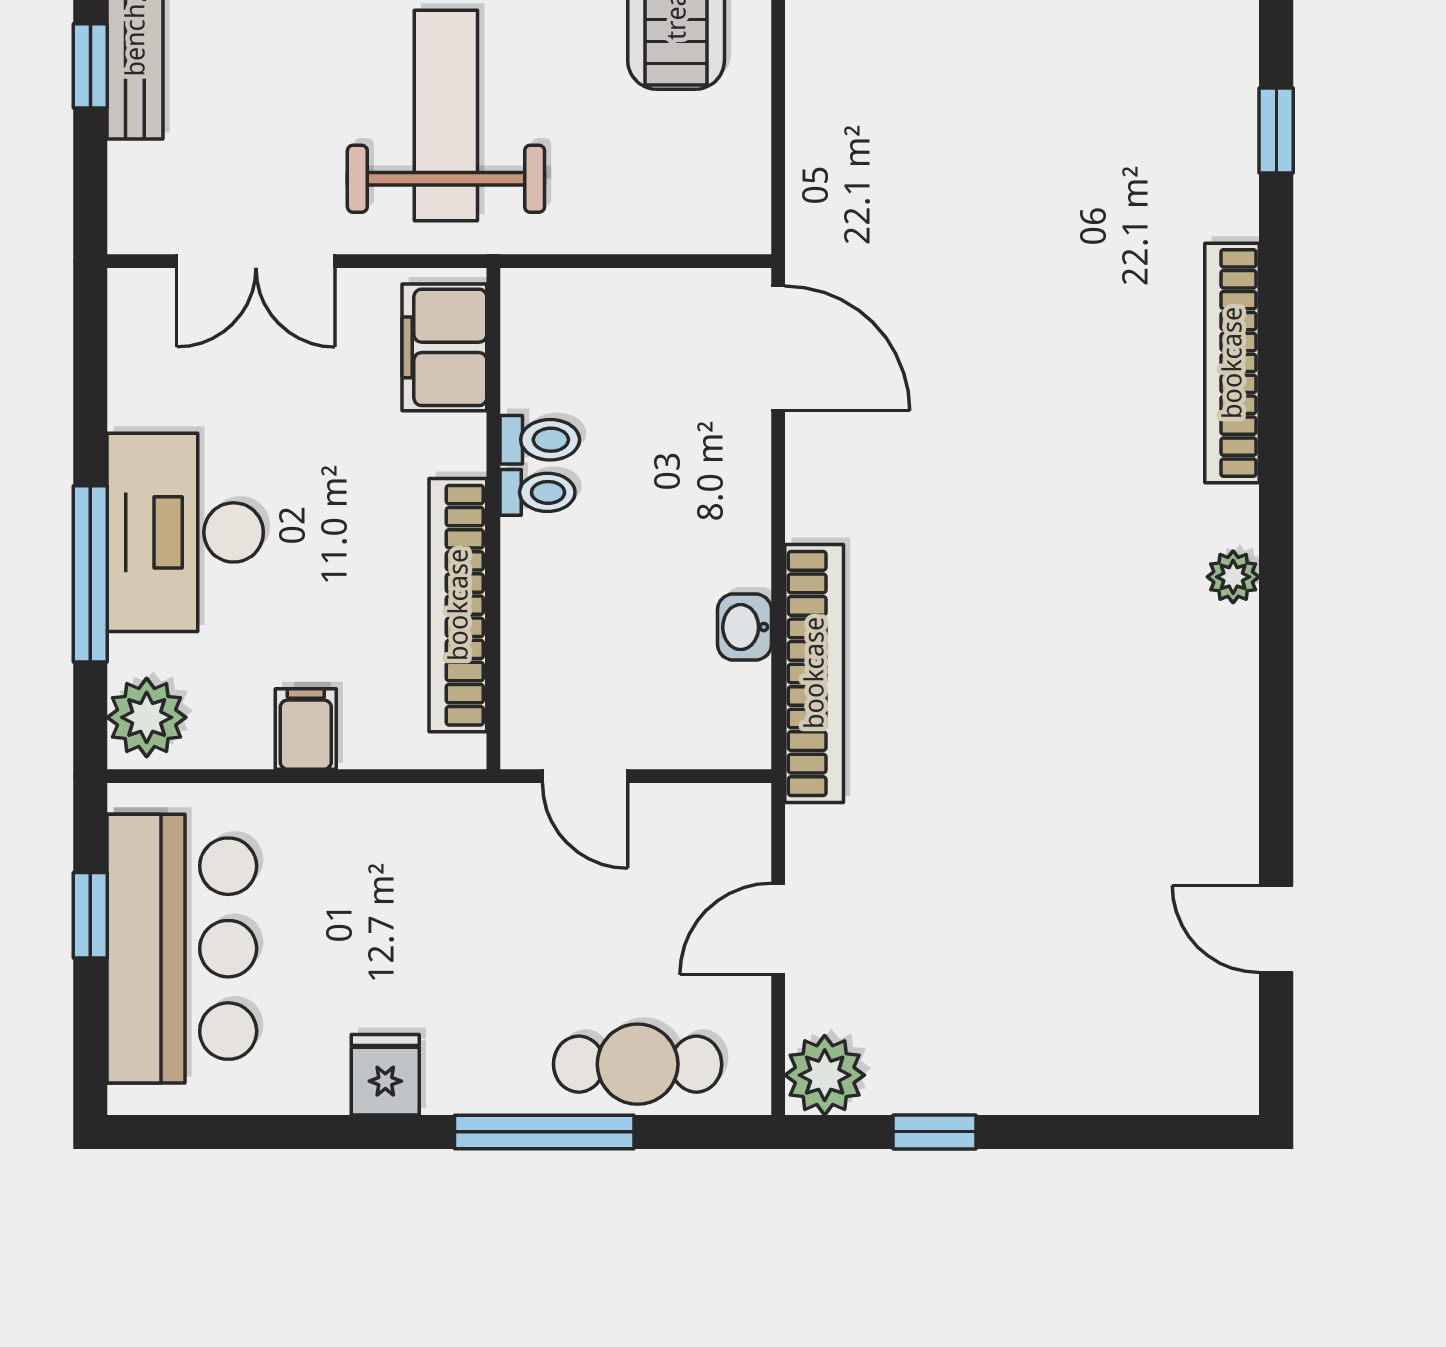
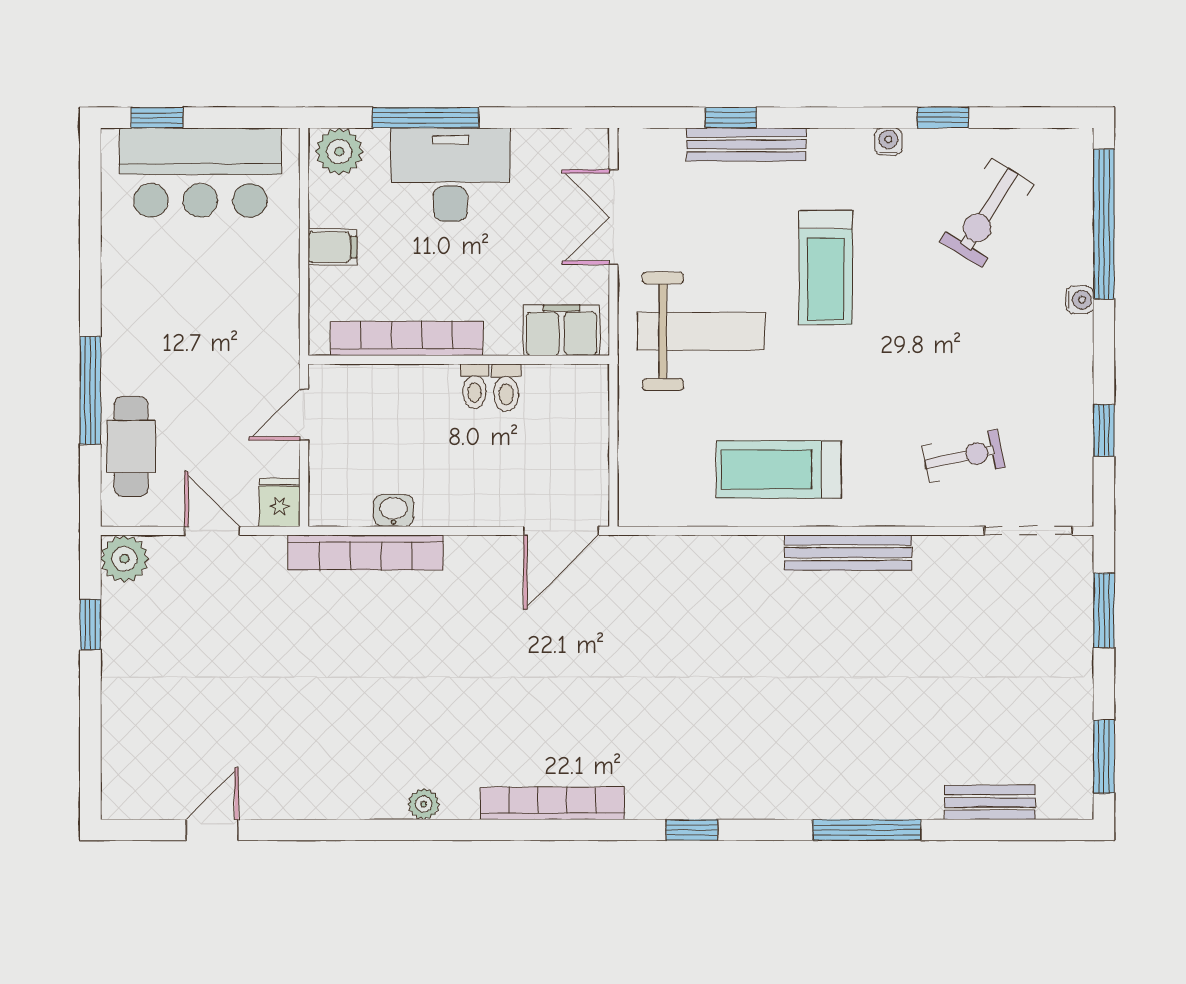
window: (90, 915) -> (157, 118), moved
fridge: (385, 1075) -> (280, 502), moved, turned -90

